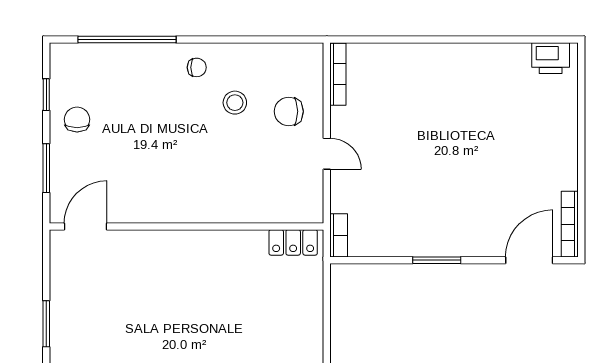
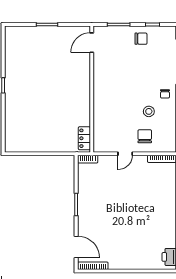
door: (86, 226) -> (92, 43), swing flipped

